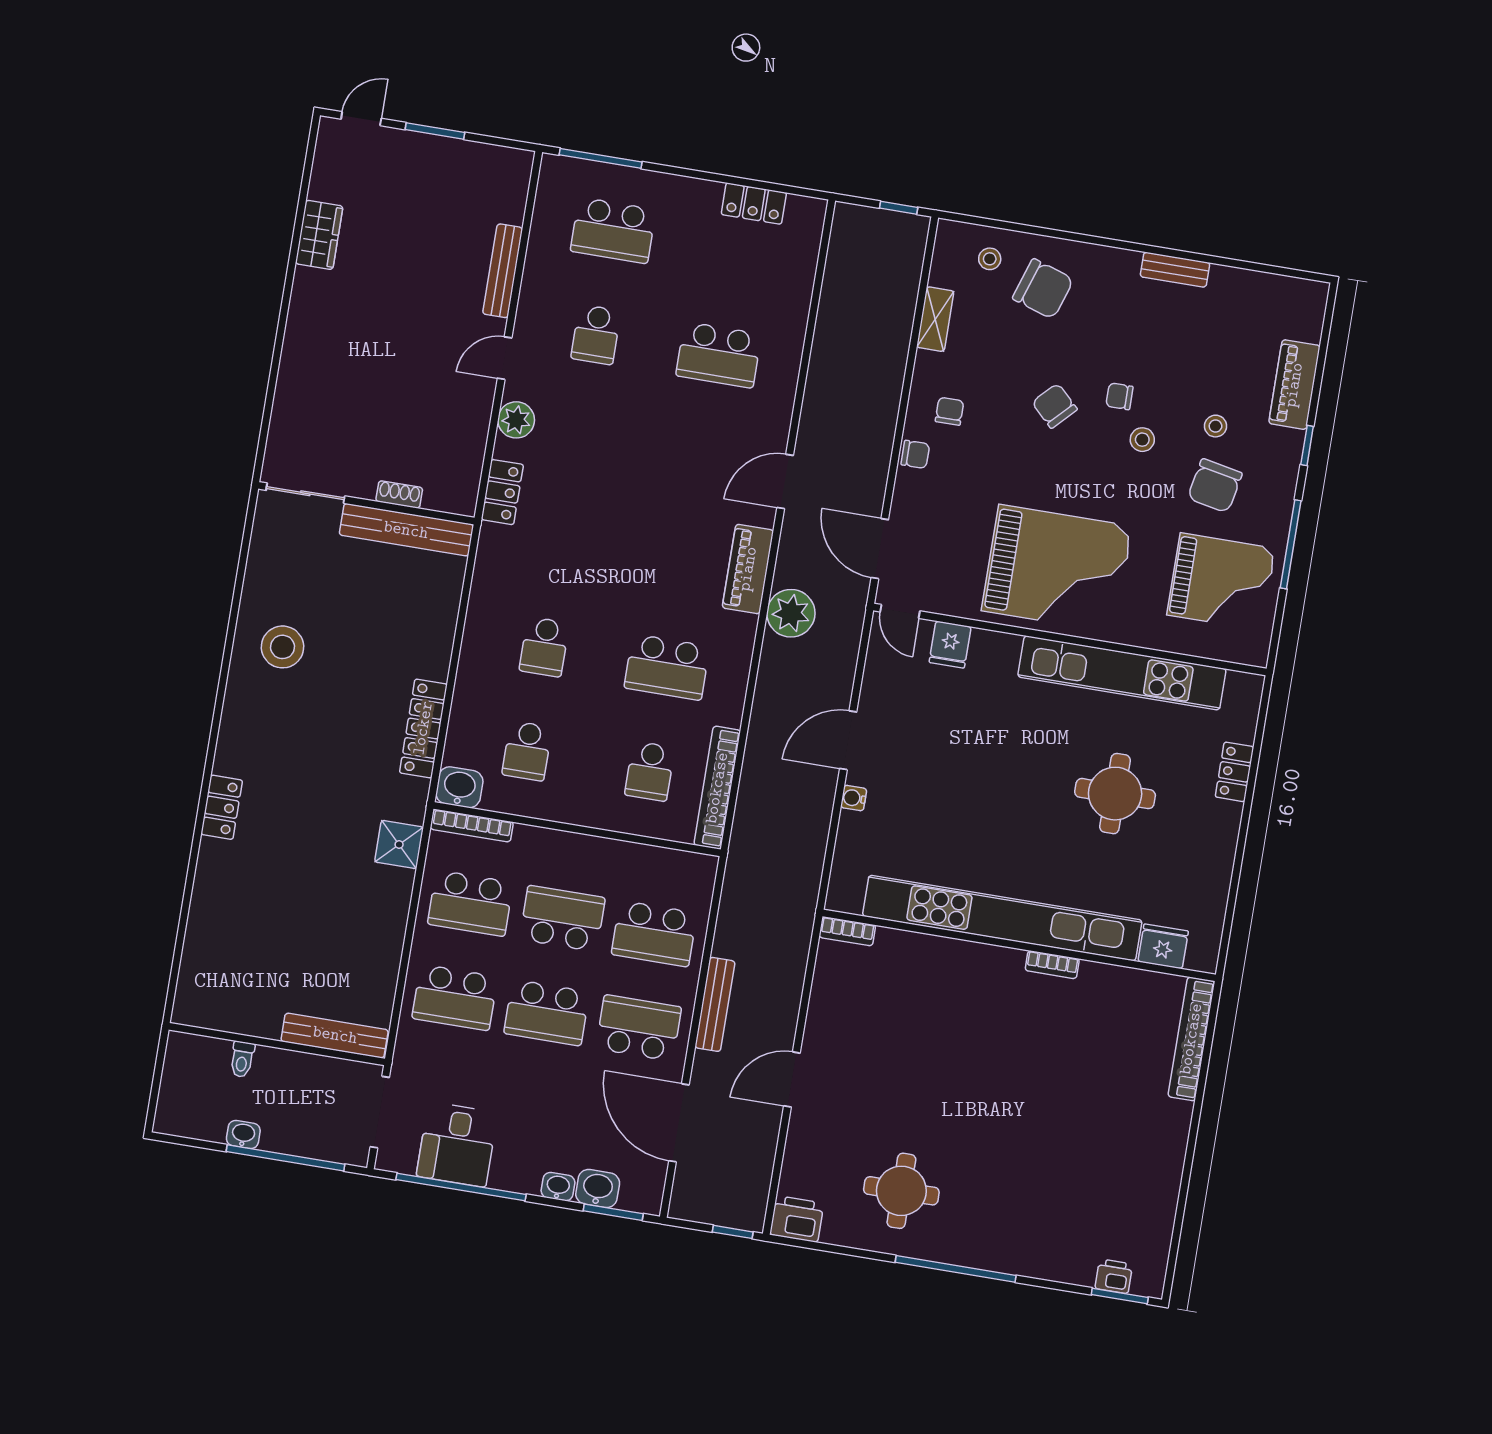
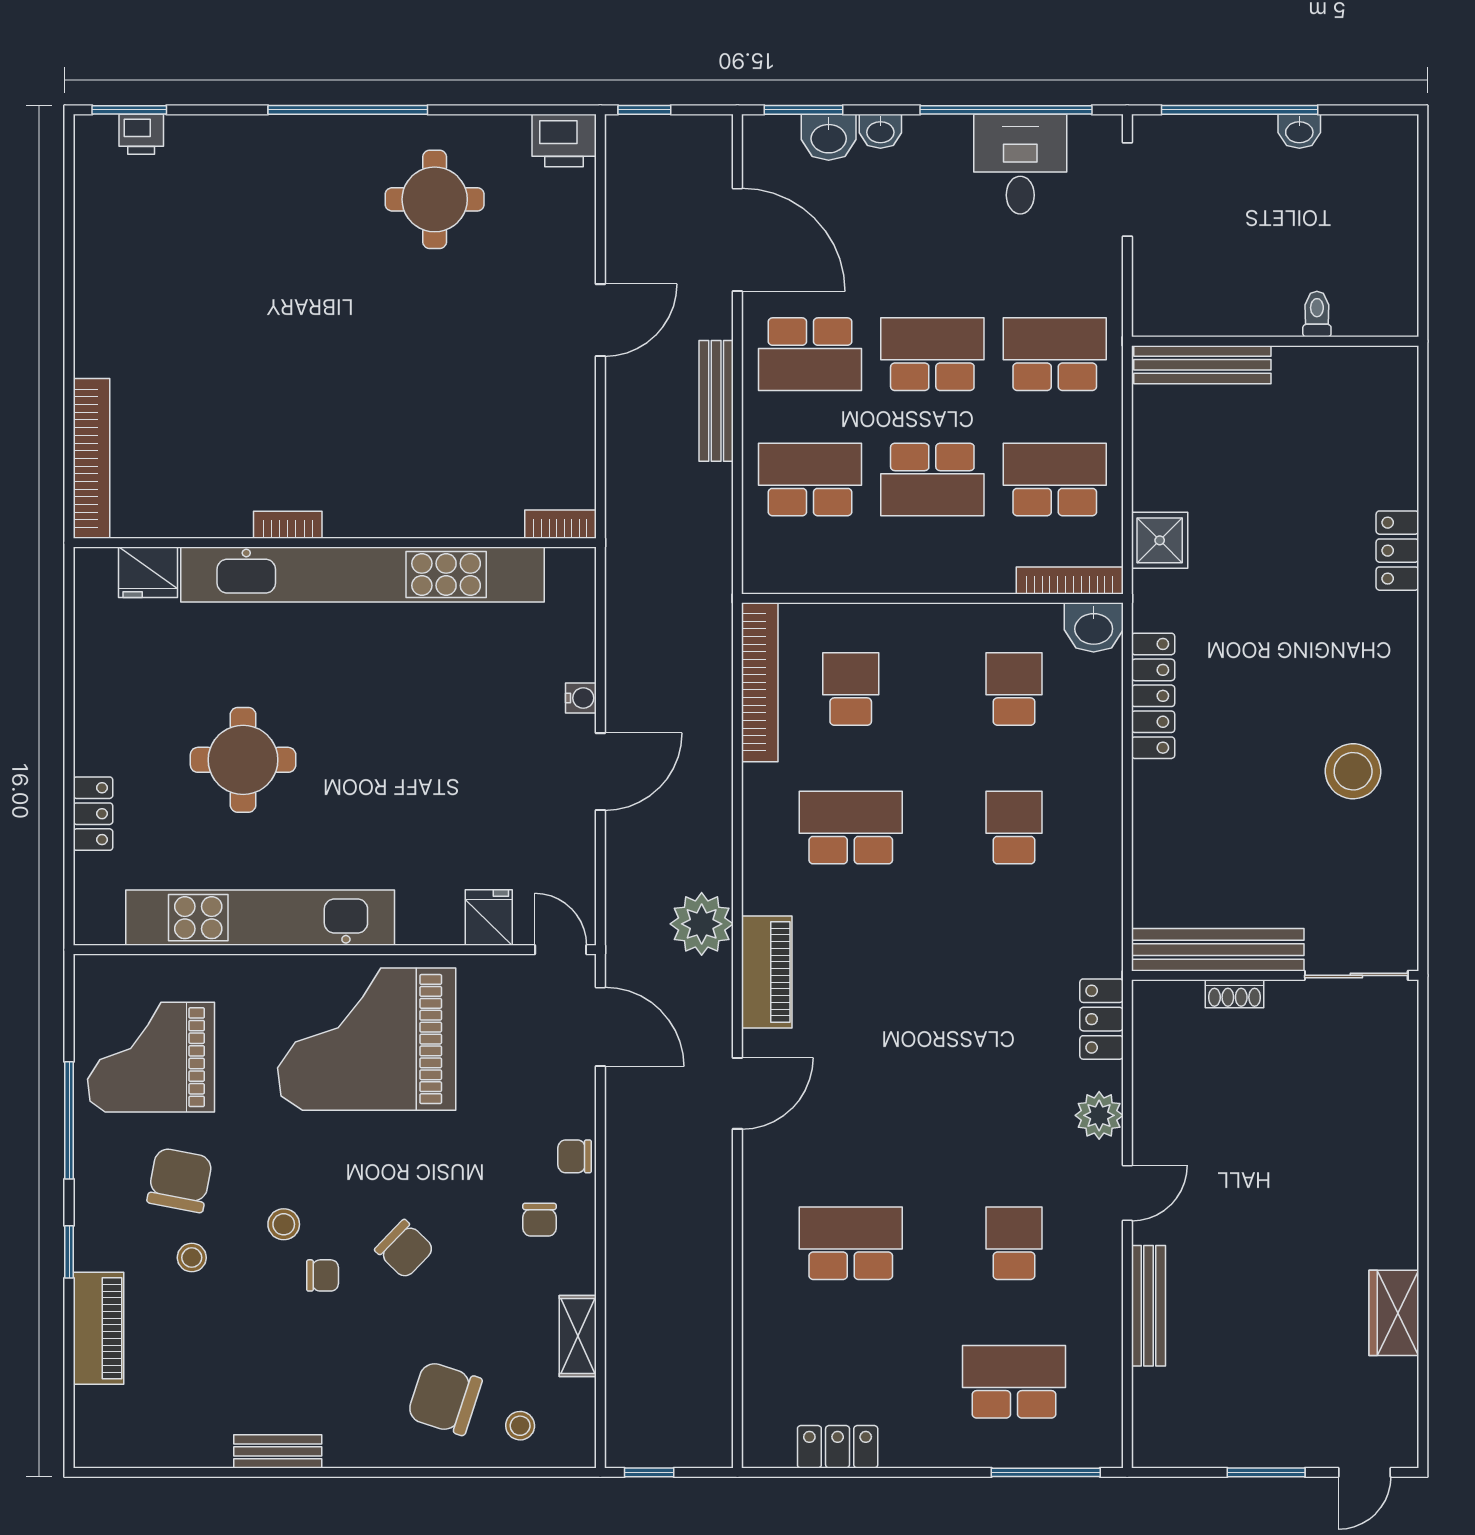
bench: (335, 1035) -> (1202, 365), moved
wall: (277, 1044) -> (1275, 341), moved
toilet: (242, 1059) -> (1317, 314), moved

